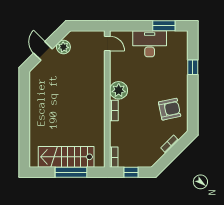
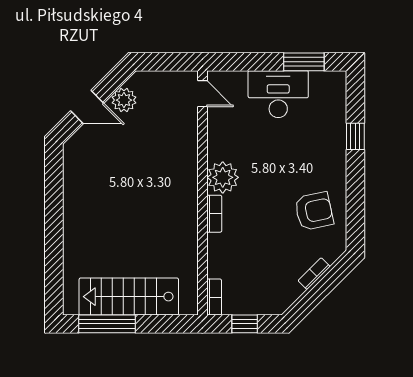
door: (43, 51) -> (87, 107), swing flipped
window: (71, 172) -> (107, 324), moved

